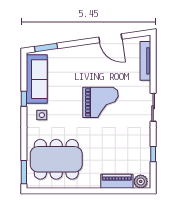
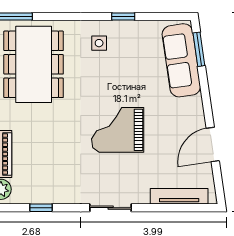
sofa: (37, 79) -> (181, 60), moved, turned 82
grand piano: (100, 102) -> (118, 130), turned 90

